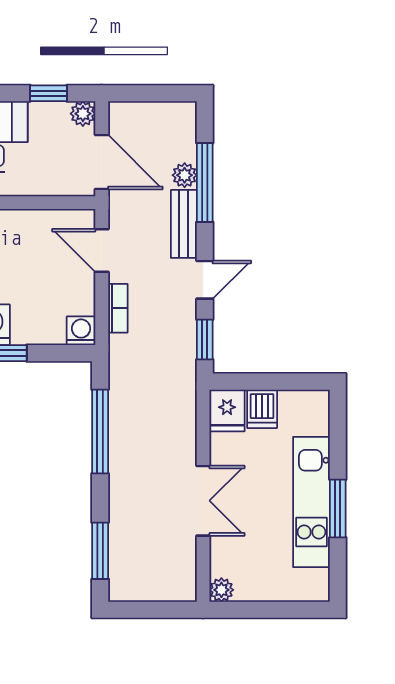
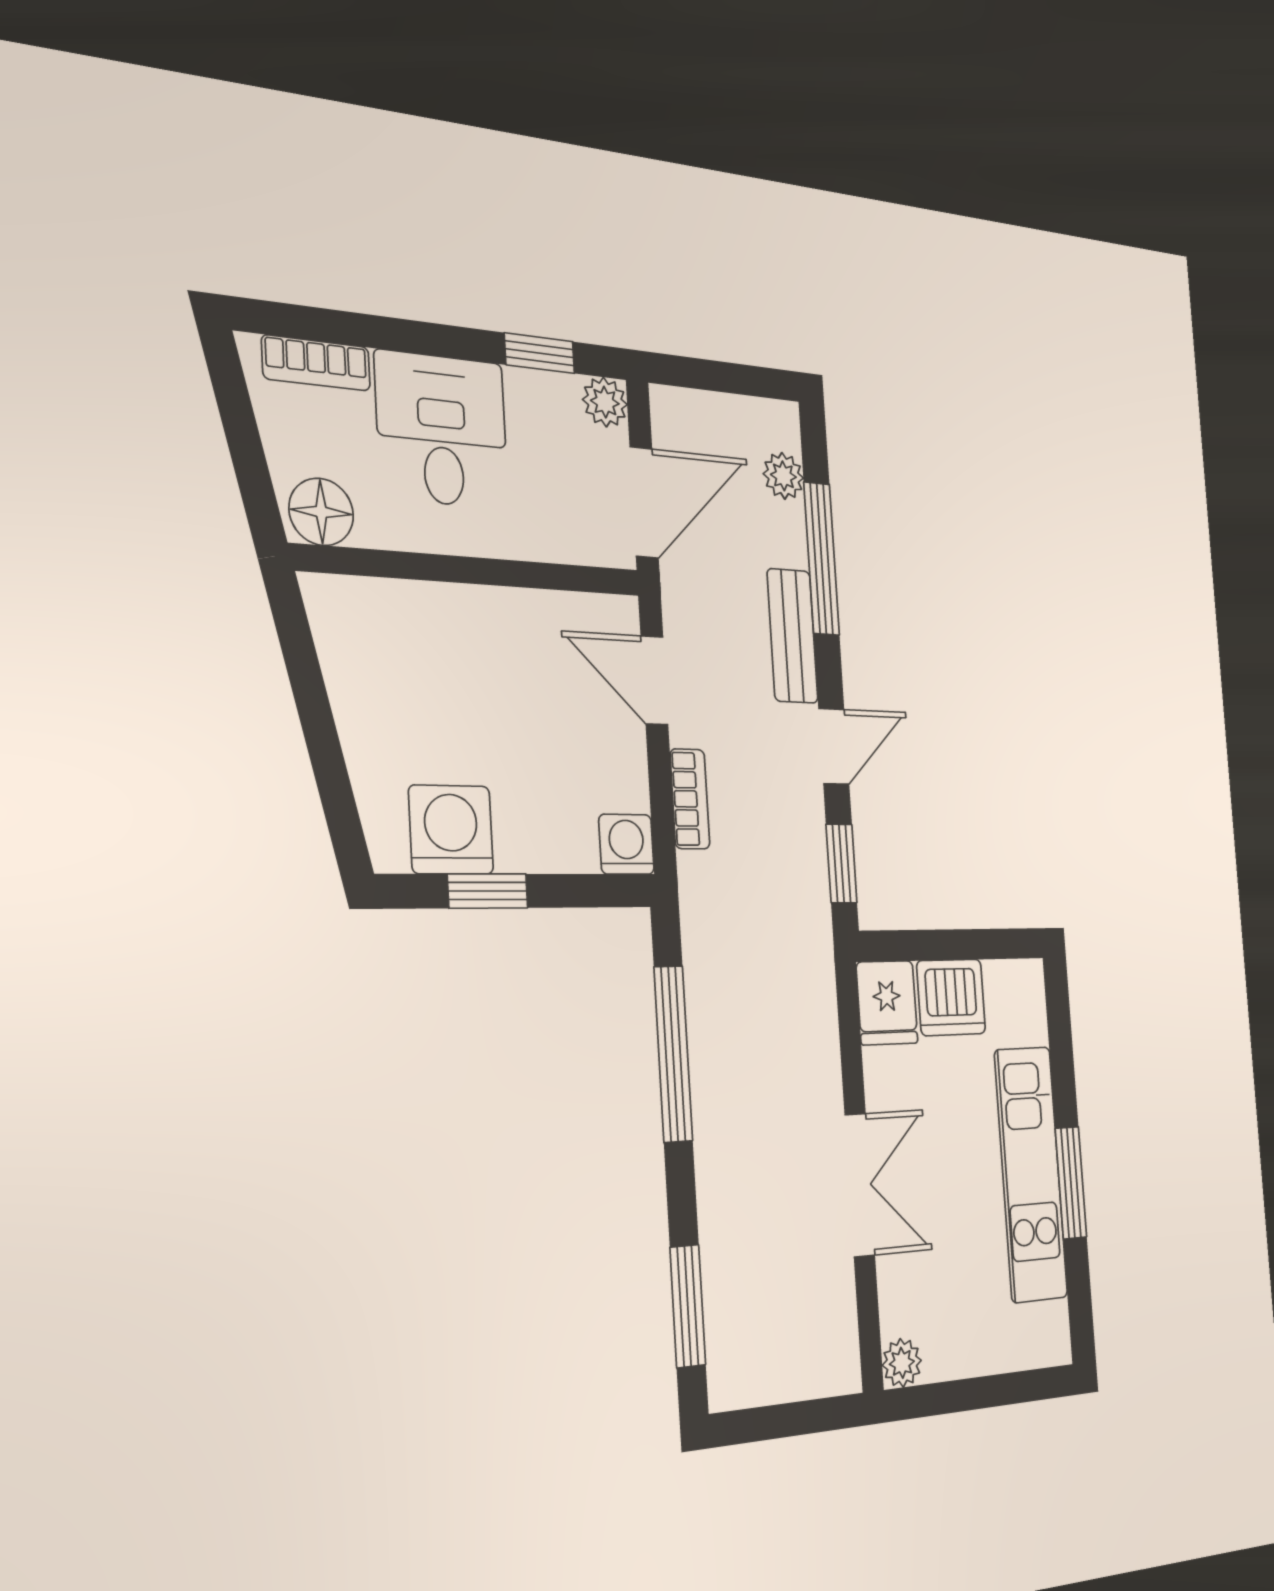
door: (102, 162) -> (644, 502), hinge flipped
plant: (185, 175) -> (783, 476), moved
dishwasher: (262, 409) -> (951, 997), width x1.38

